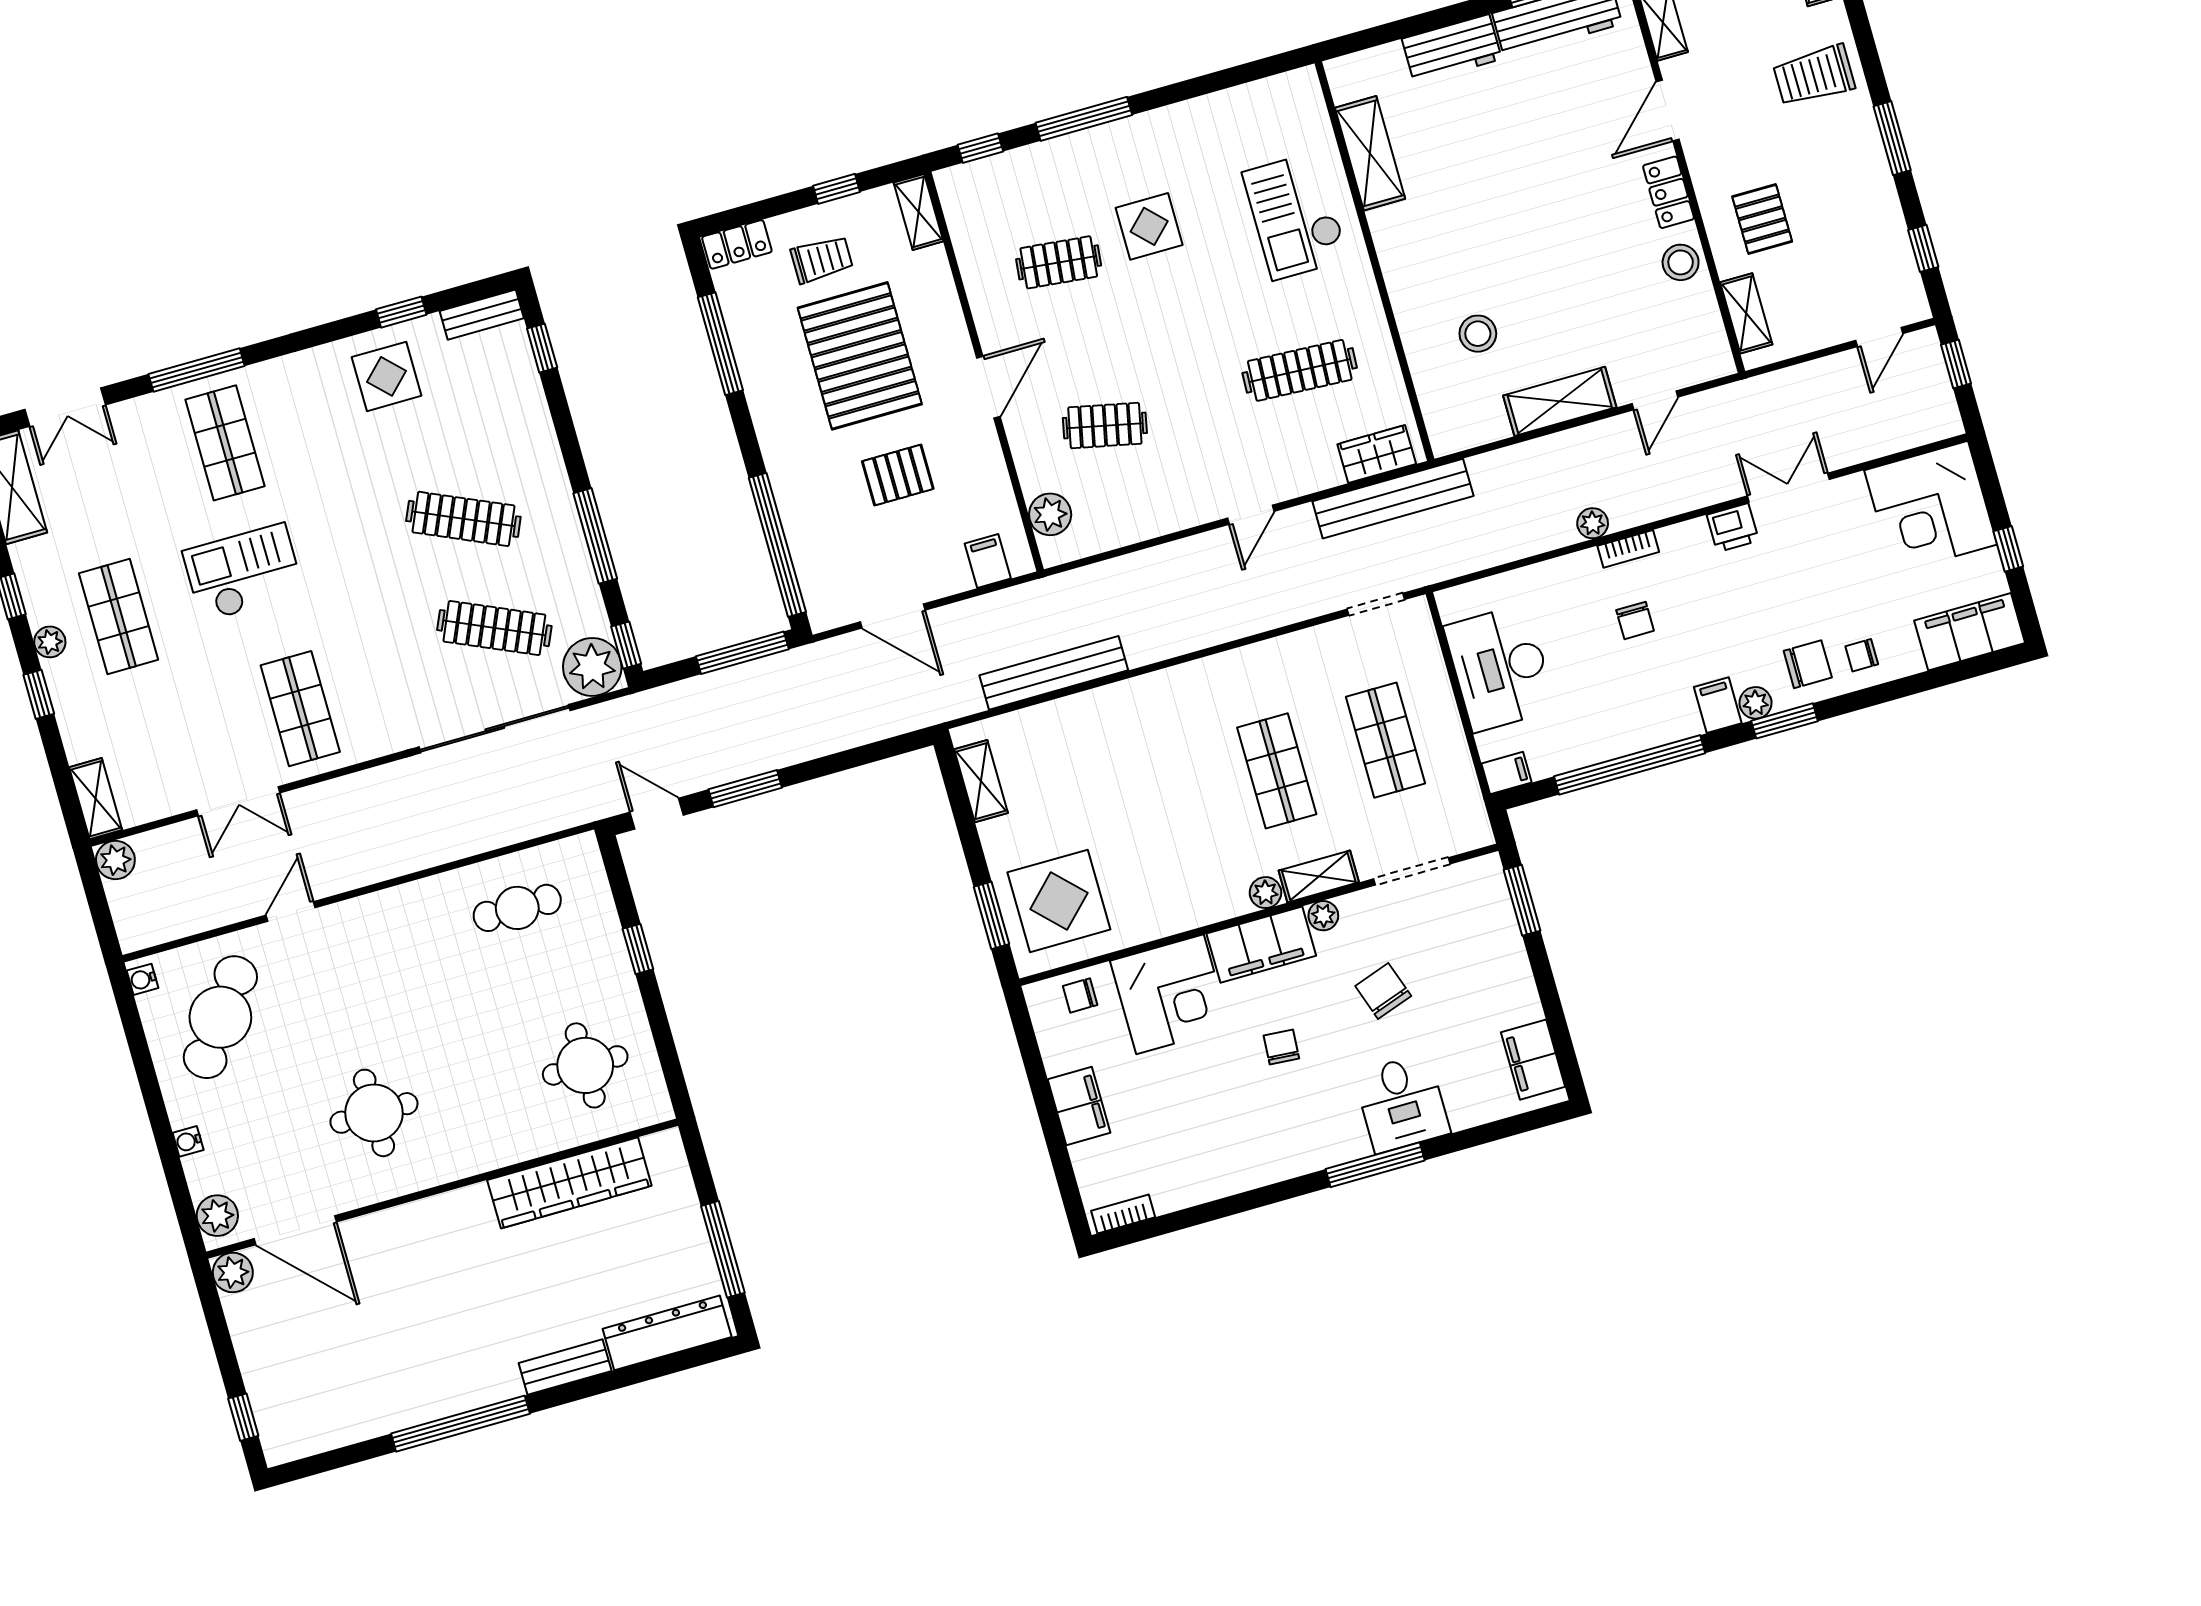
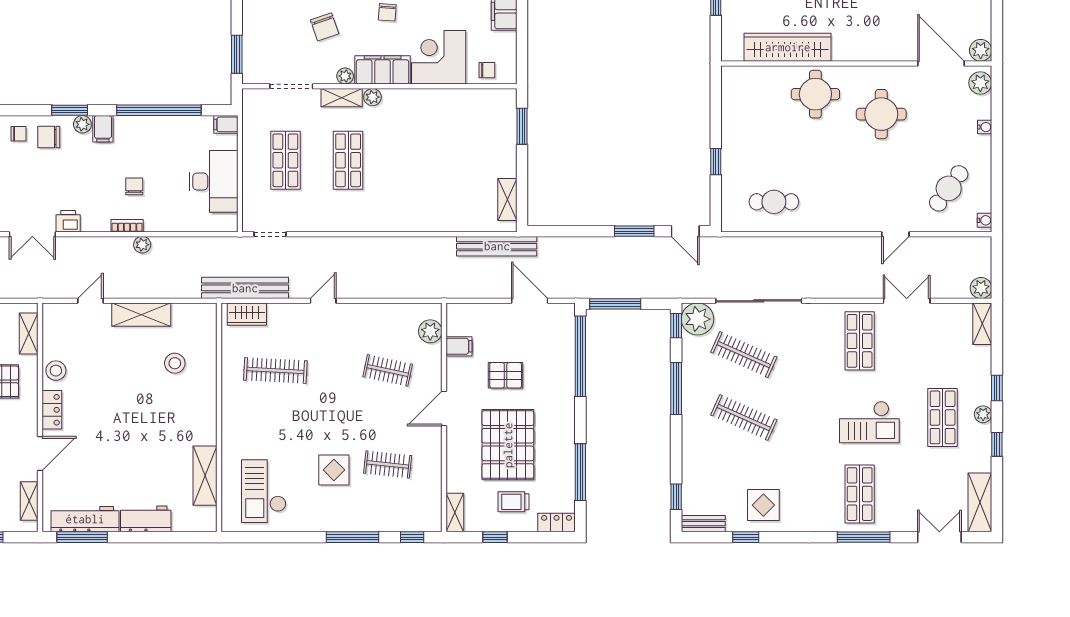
checkout: (1295, 216) -> (264, 491), moved, turned 180
filing cabinet: (988, 561) -> (459, 346), moved, turned -90
bench: (1054, 673) -> (497, 246), moved
display table: (1059, 901) -> (484, 124), removed
cafe table: (220, 1017) -> (949, 188), width x0.73, depth x0.74
round table: (585, 1065) -> (815, 94), moved

